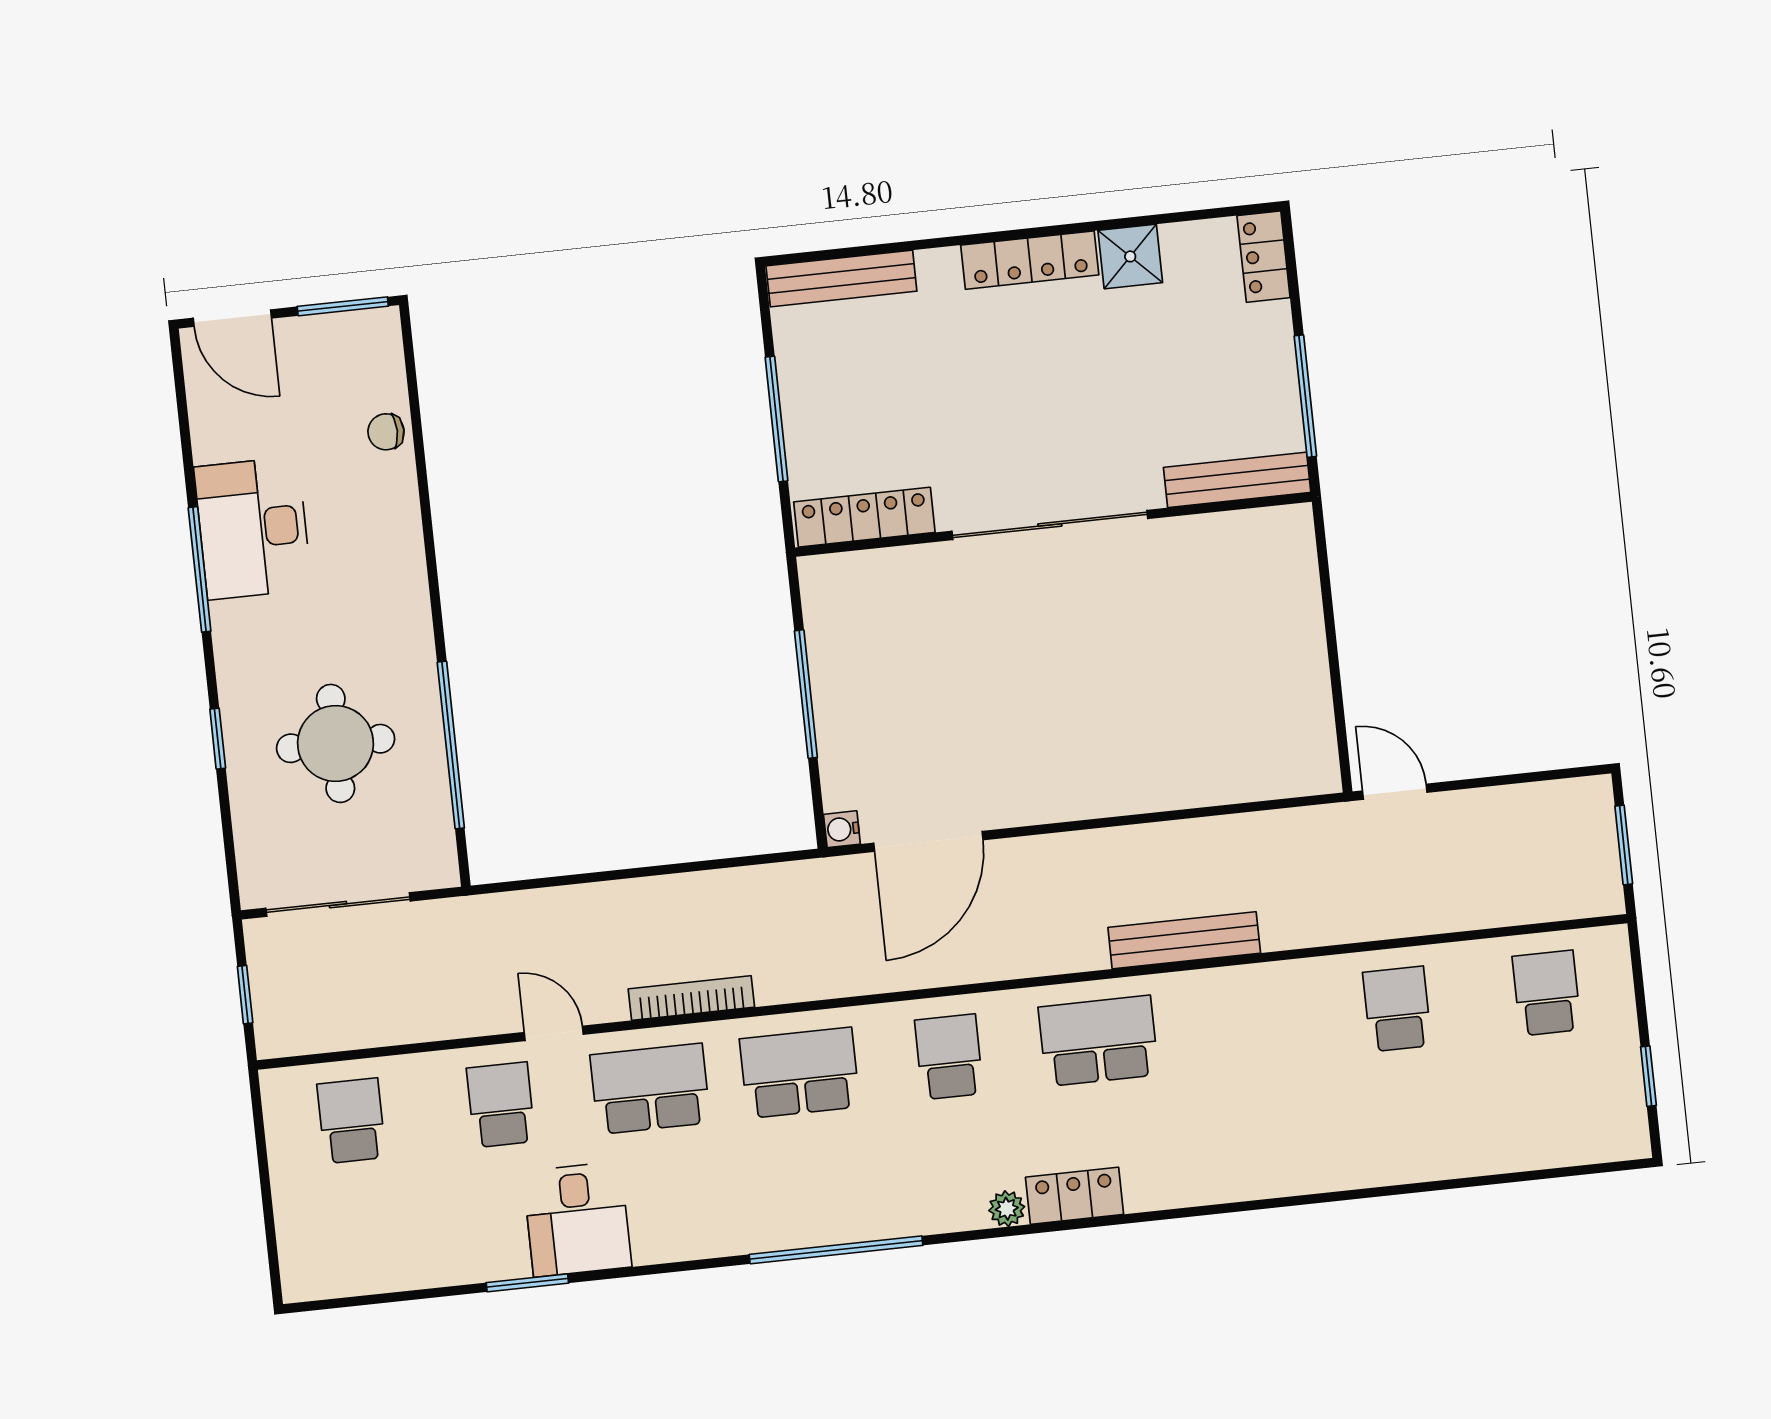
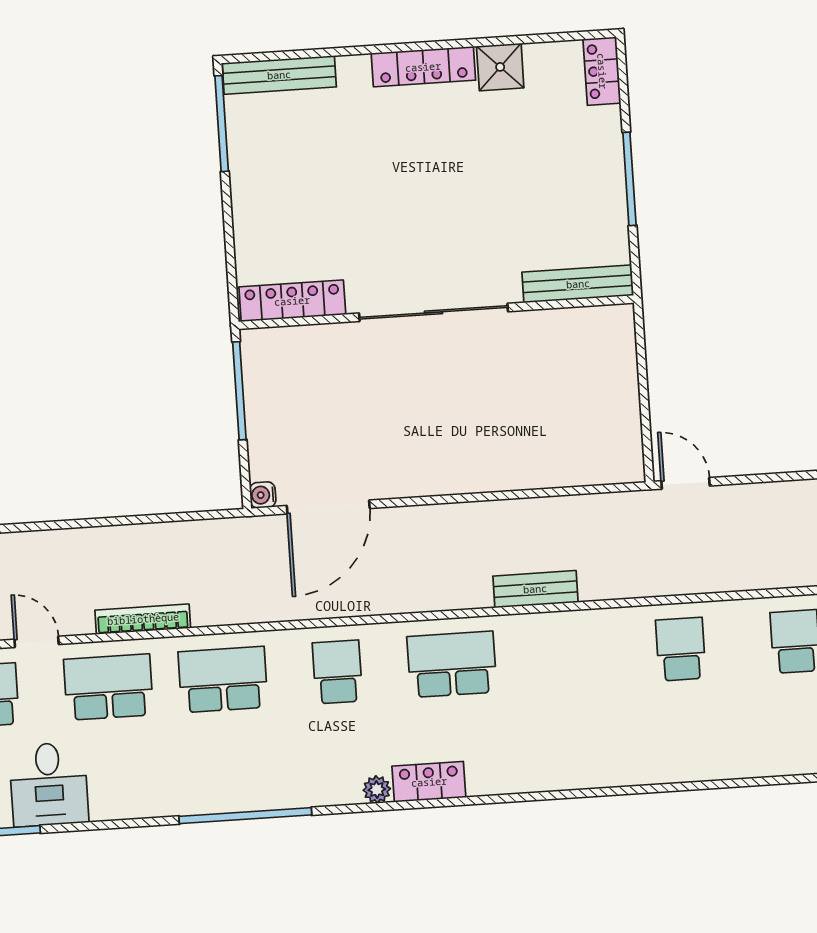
window: (776, 419) -> (222, 124), moved
bench: (1237, 480) -> (578, 284), moved
locker: (864, 517) -> (292, 301), moved
sliding door: (1050, 525) -> (433, 312), moved
wall: (1053, 525) -> (436, 312), moved
bench: (1184, 940) -> (535, 589), width x0.73

